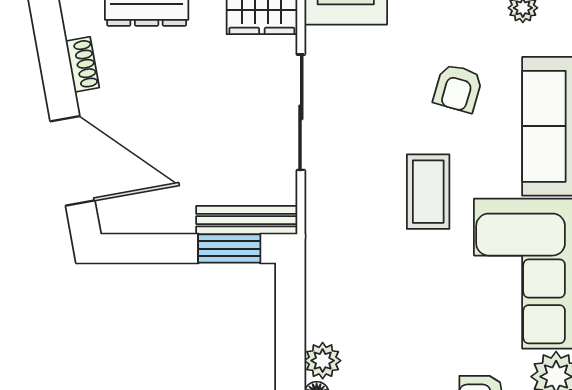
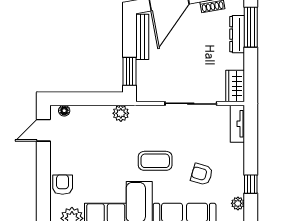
bench: (247, 220) -> (142, 37), moved
plant: (323, 361) -> (121, 113), moved

